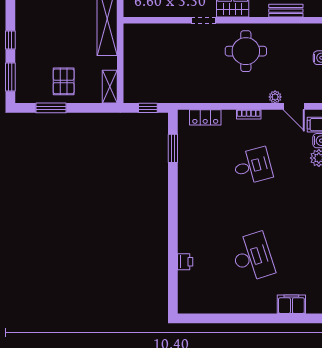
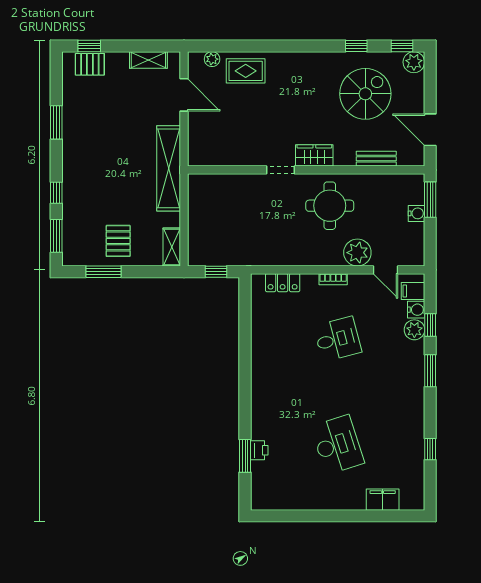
plant: (275, 97) -> (357, 253), width x1.87, depth x1.87
window: (173, 148) -> (245, 456), moved

